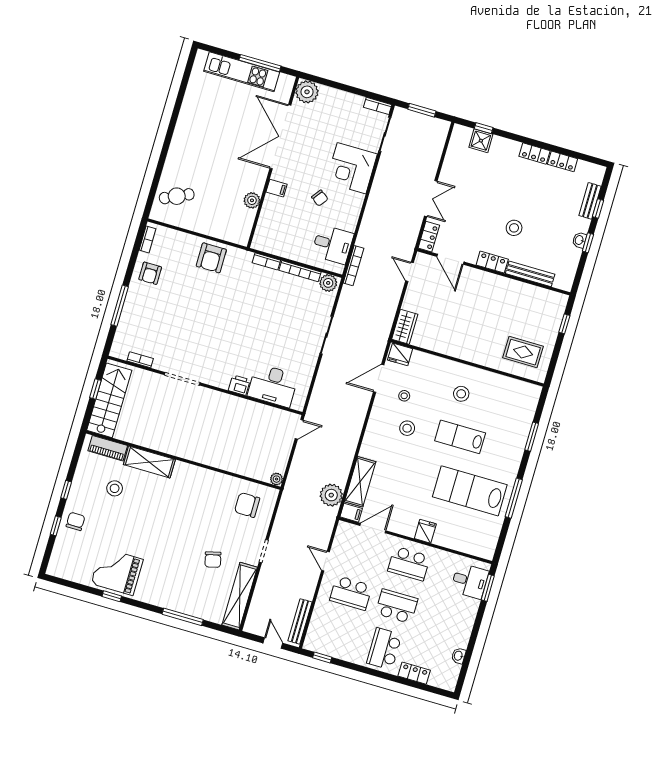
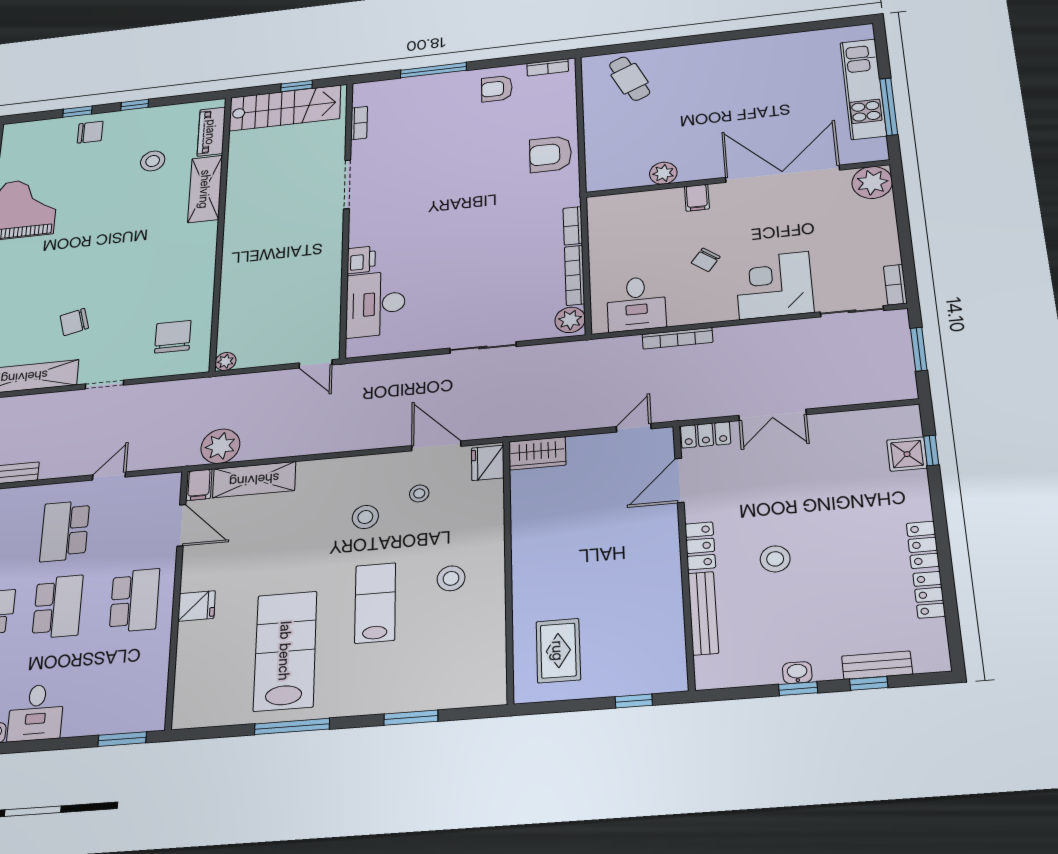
bookcase: (353, 266) -> (677, 338), moved
school desk: (409, 564) -> (135, 600), turned 180
desk: (470, 581) -> (36, 713), moved

